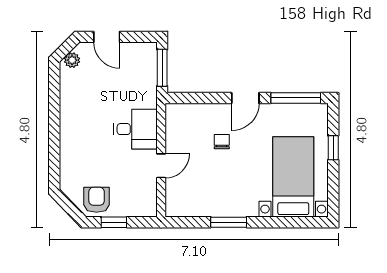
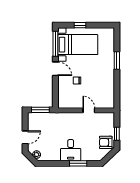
desk: (135, 129) -> (71, 150), moved, turned 180
window: (54, 144) -> (78, 163), added
bed with nightstands: (293, 177) -> (78, 45), moved, turned 180
window: (229, 222) -> (117, 61), moved

